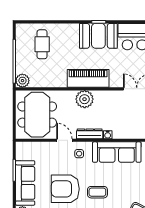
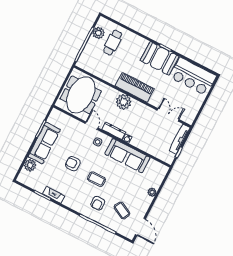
plant: (22, 81) -> (98, 33), moved
armchair: (65, 189) -> (73, 164), width x0.53, depth x0.53

